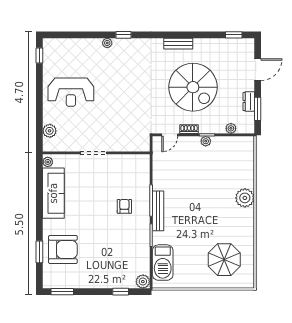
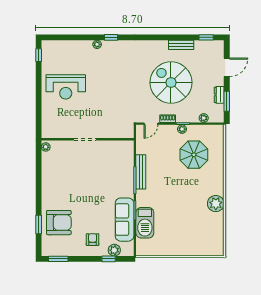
bench: (178, 44) -> (181, 45), moved
spiral stairs: (193, 87) -> (171, 82), turned 180
plant: (50, 131) -> (47, 120), removed
sofa: (53, 193) -> (125, 220), moved, turned 180
plant: (245, 198) -> (216, 204), moved
armchair: (124, 206) -> (93, 240), moved
bench: (158, 211) -> (141, 172), moved
parasol: (224, 260) -> (194, 155), moved
barbecue: (163, 263) -> (145, 223), moved
plant: (143, 282) -> (114, 250), moved

